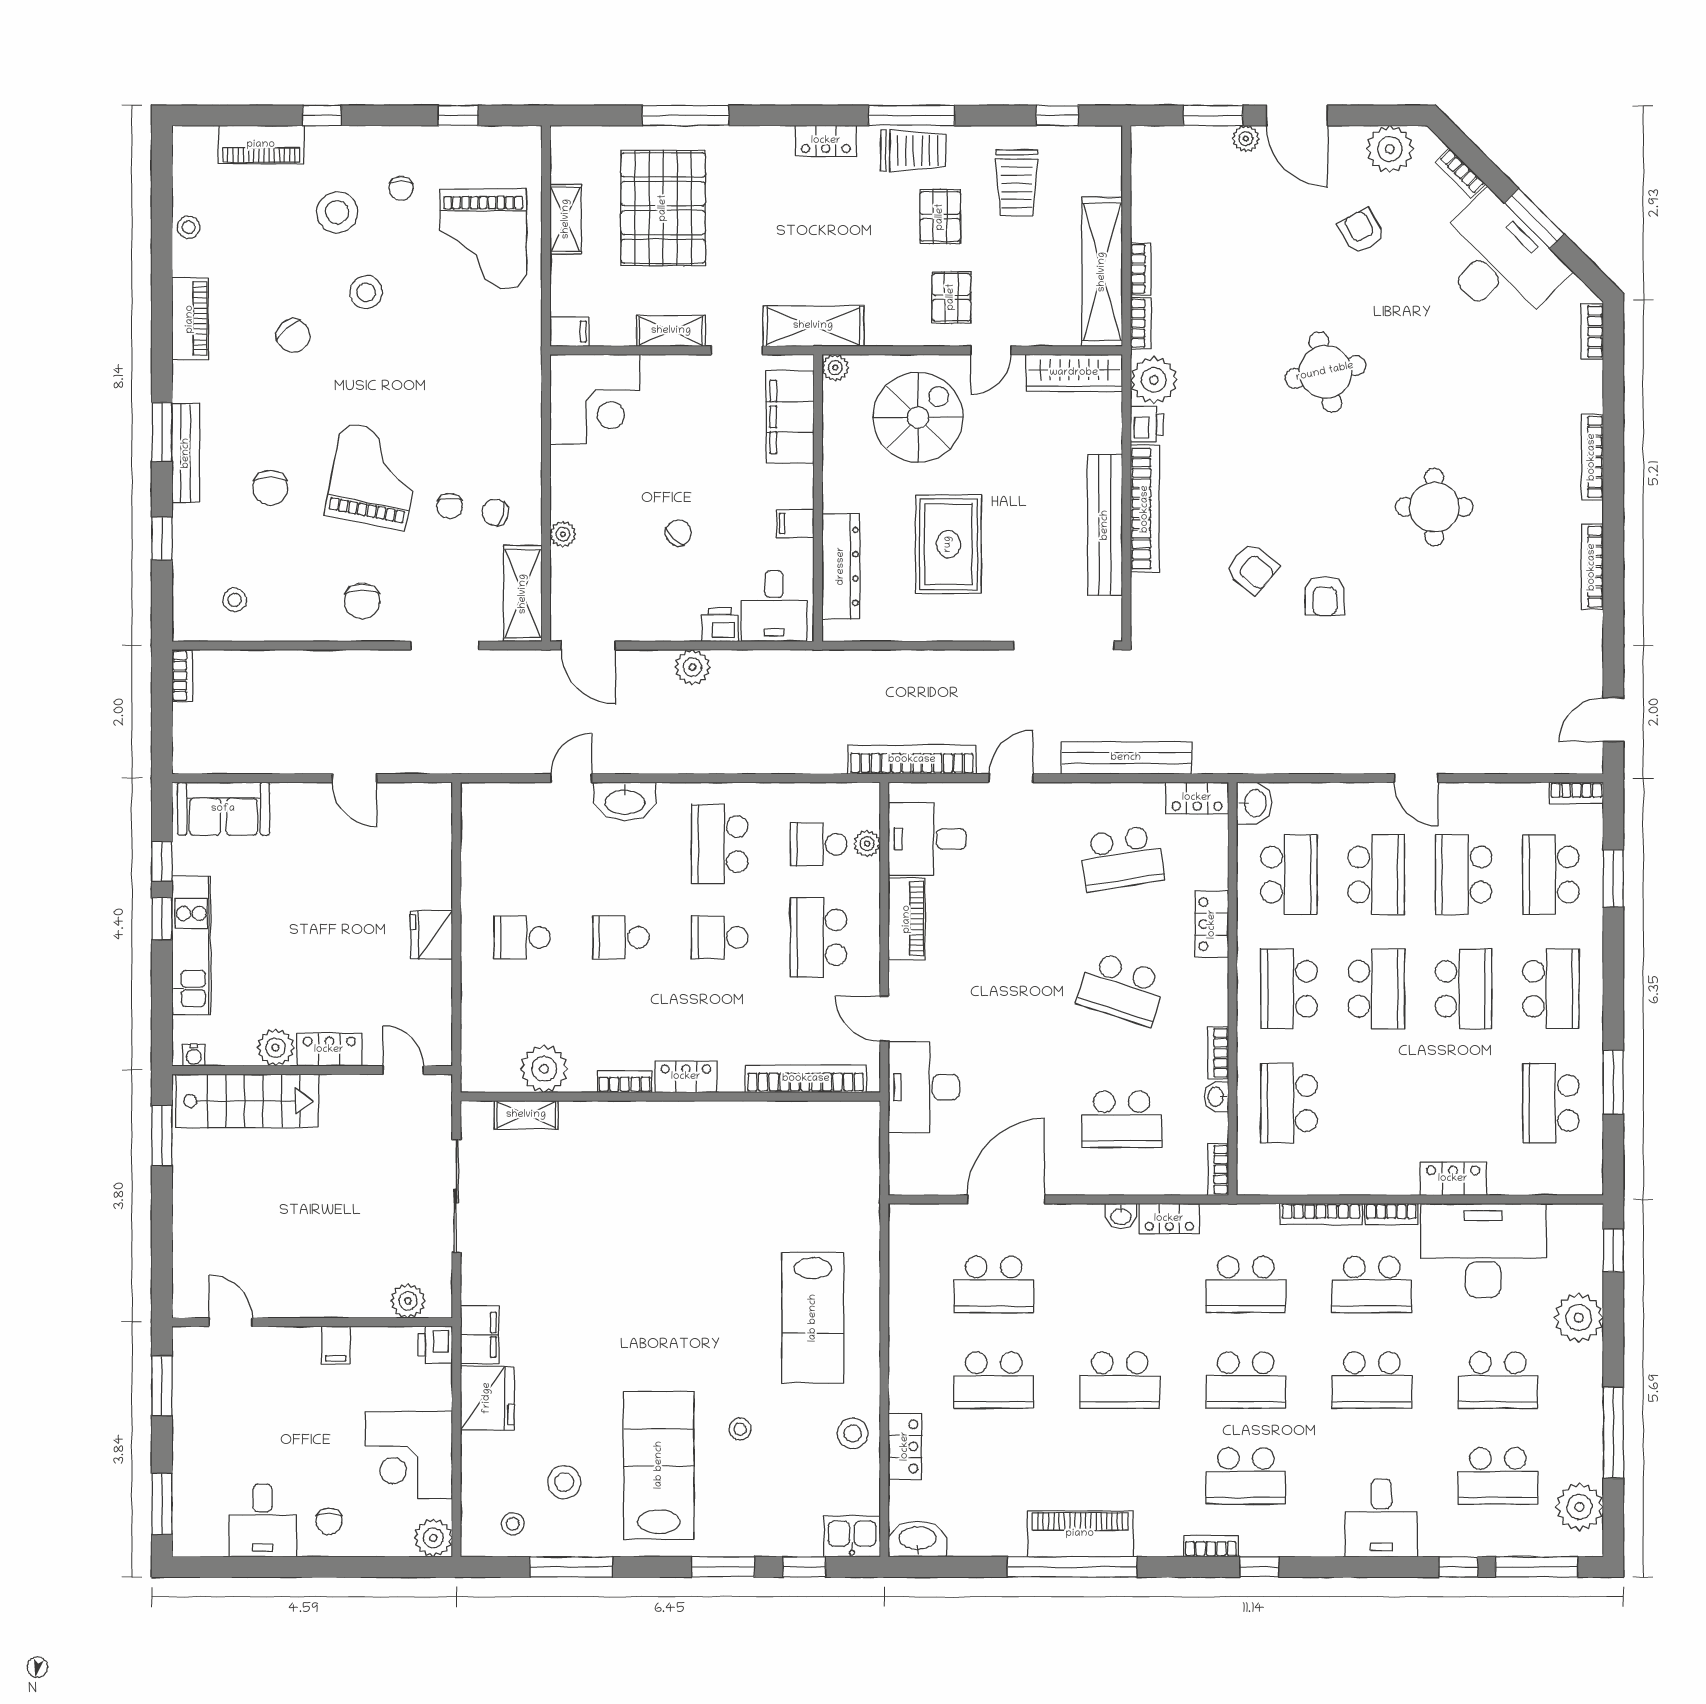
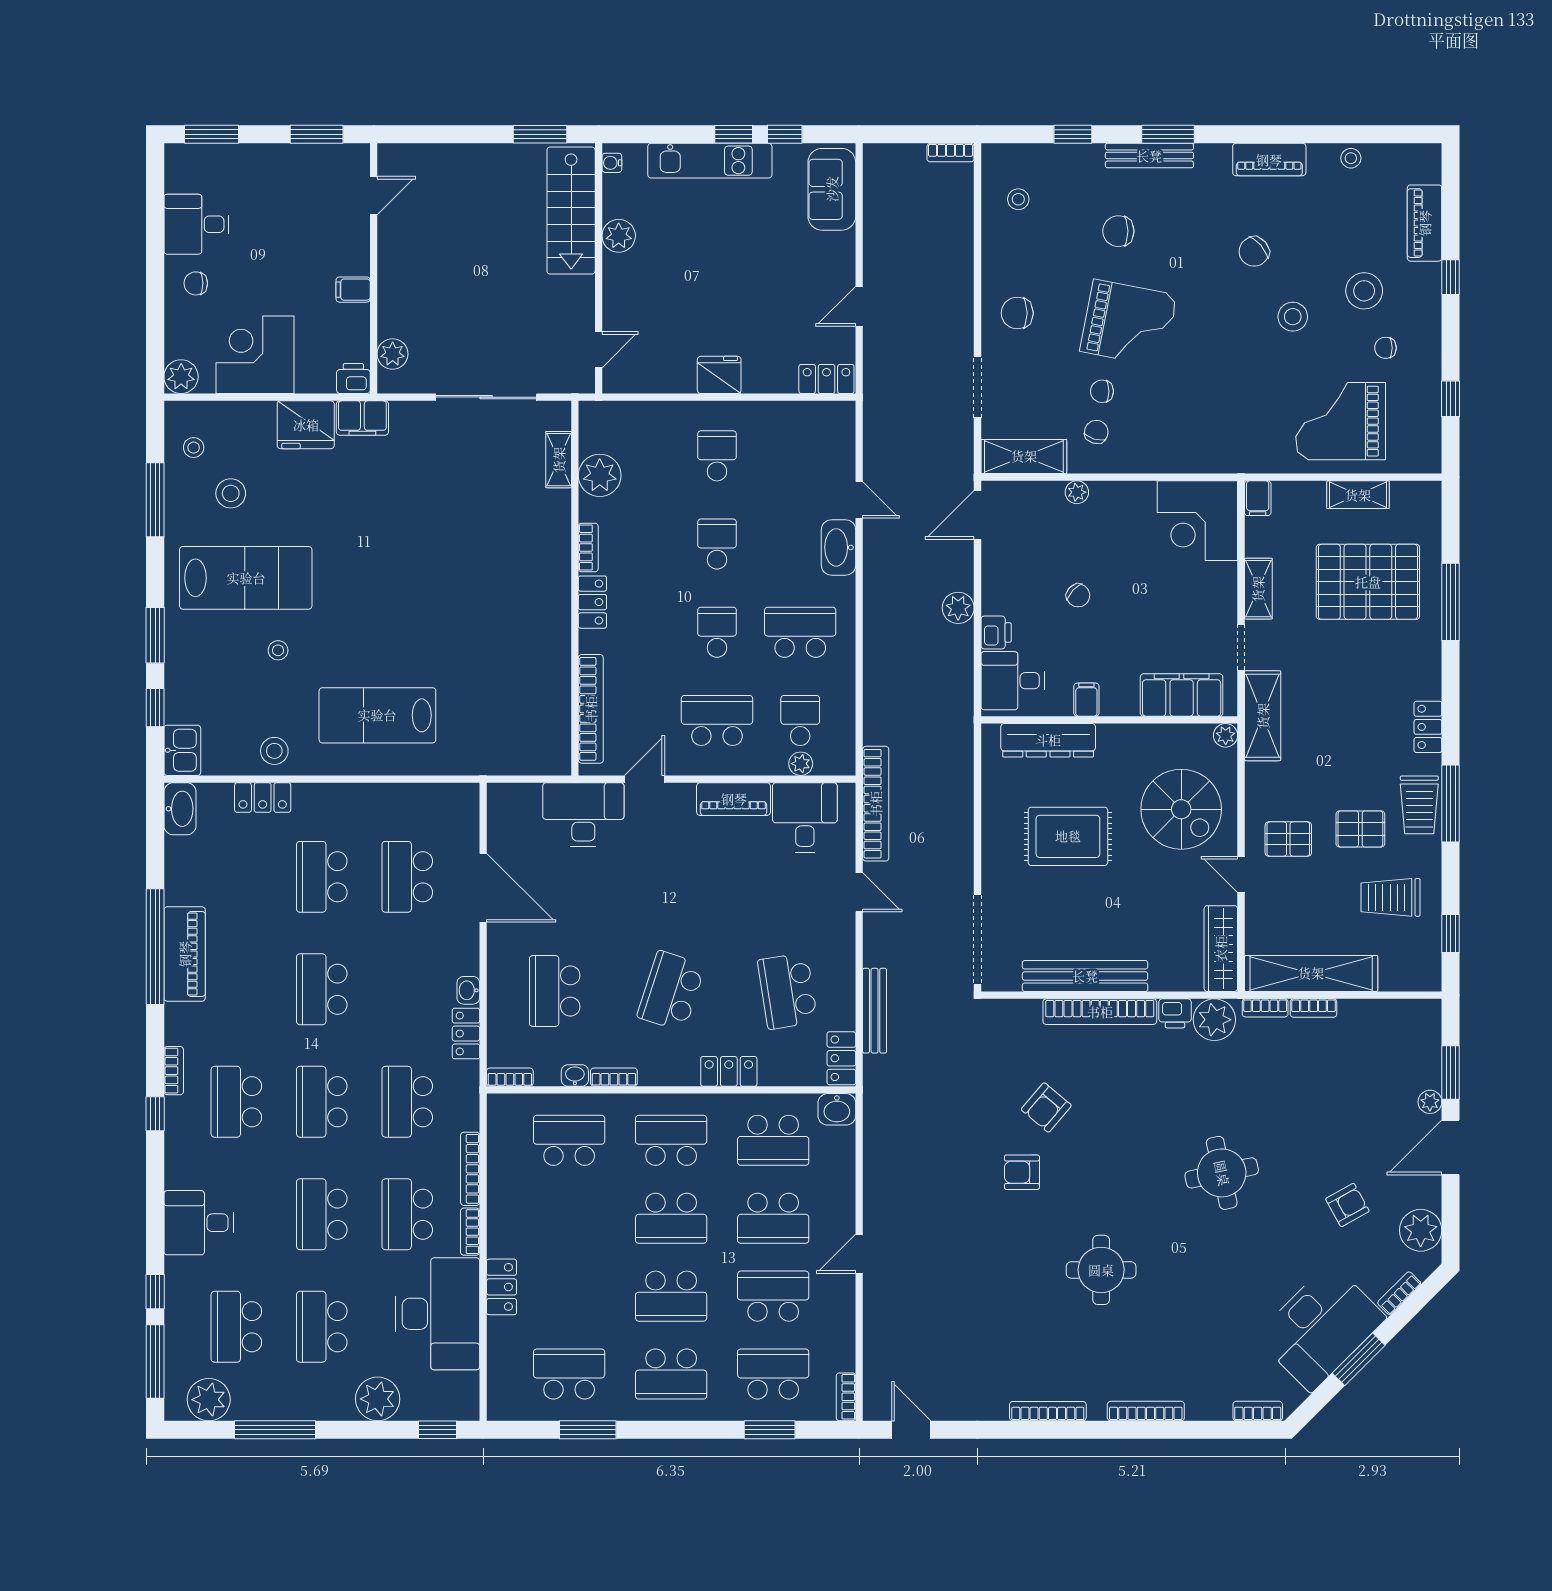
bench: (1126, 758) -> (875, 1011), width x0.73, depth x0.82
locker: (329, 1050) -> (826, 379), moved, turned -90

